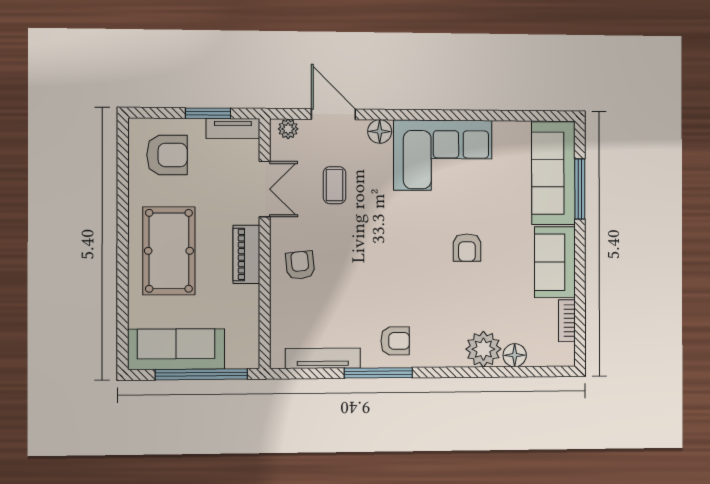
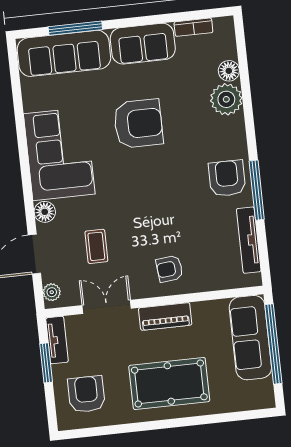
coffee table: (335, 185) -> (96, 246), turned 90
armchair: (467, 248) -> (138, 124), width x1.88, depth x1.88
armchair: (395, 341) -> (227, 178), width x1.38, depth x1.38
sofa: (176, 349) -> (250, 338), moved

